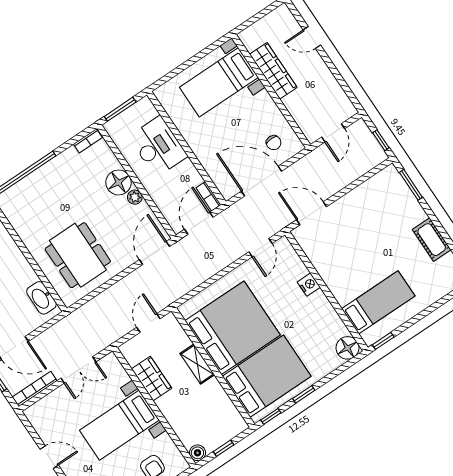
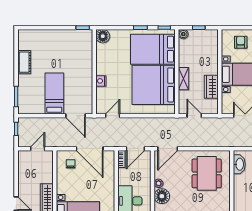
bed: (378, 302) -> (54, 93), moved, turned 90
door: (148, 323) -> (194, 116), swing flipped
boiler: (197, 453) -> (183, 34), moved

